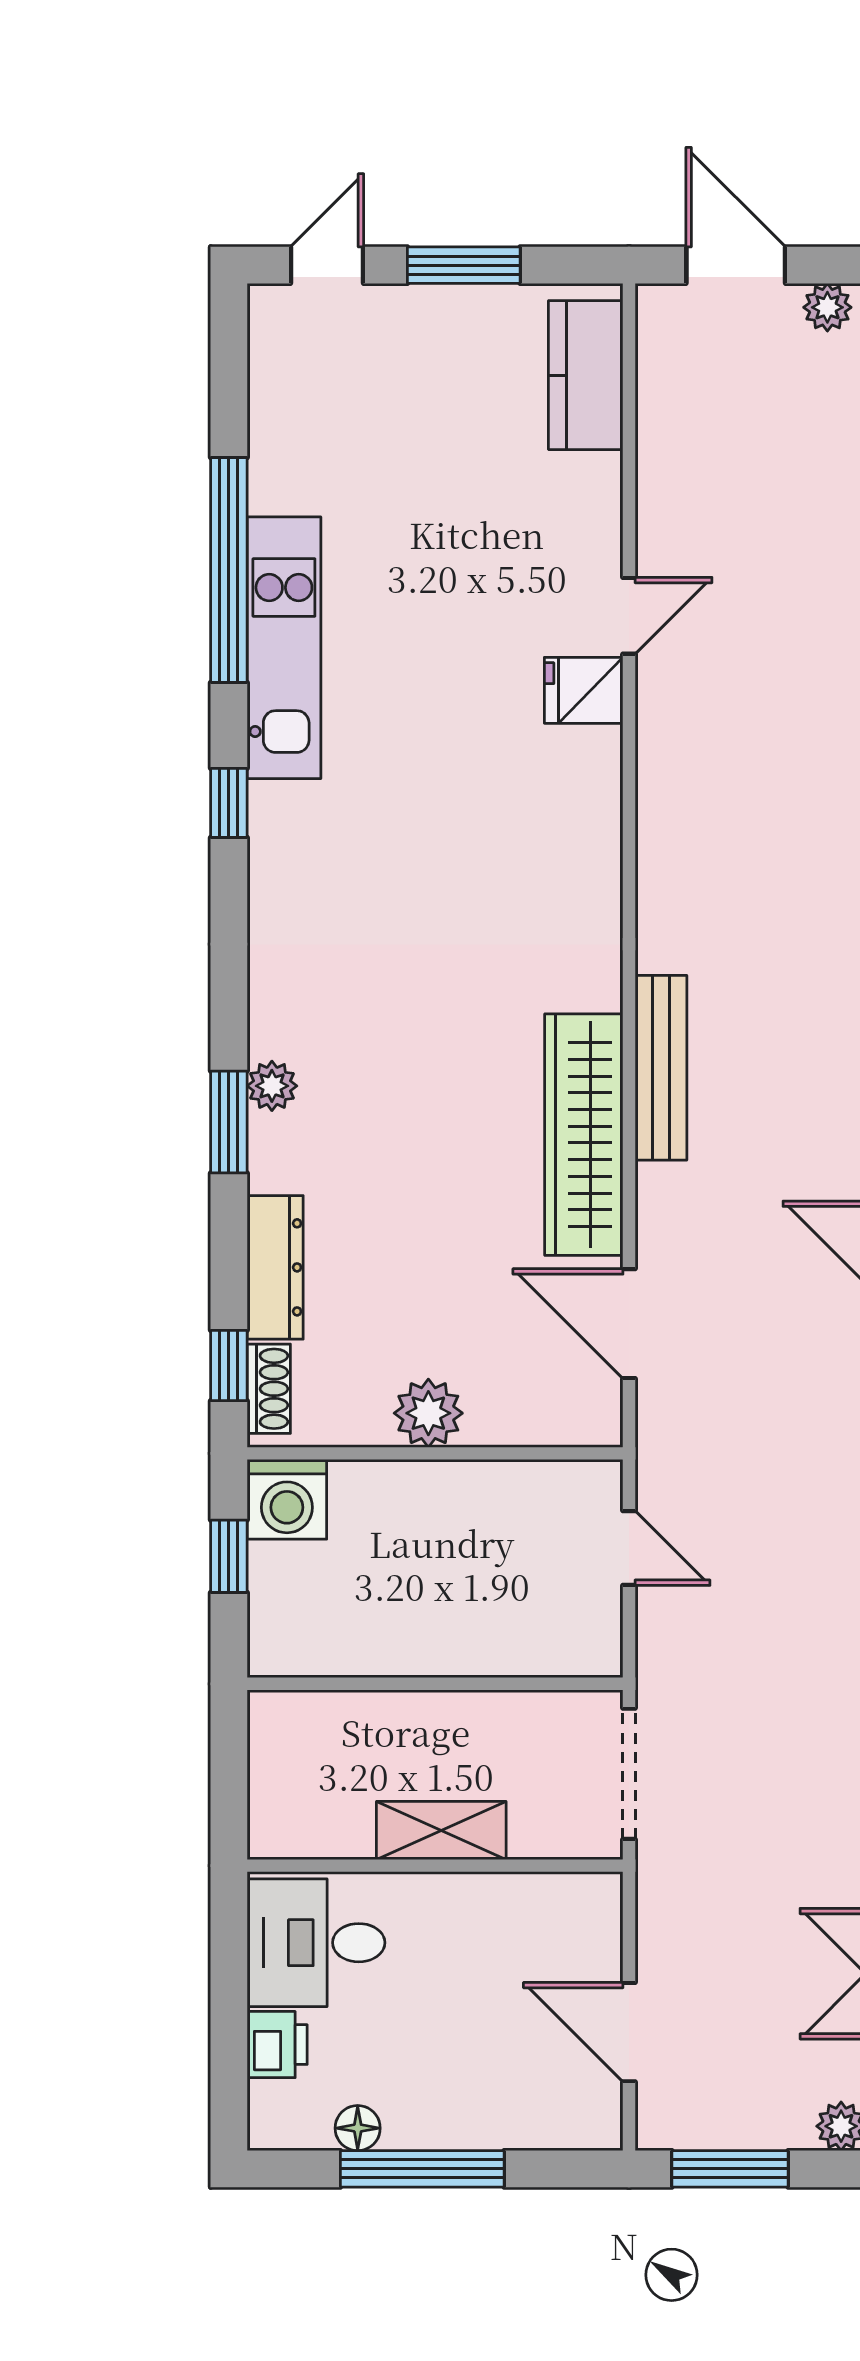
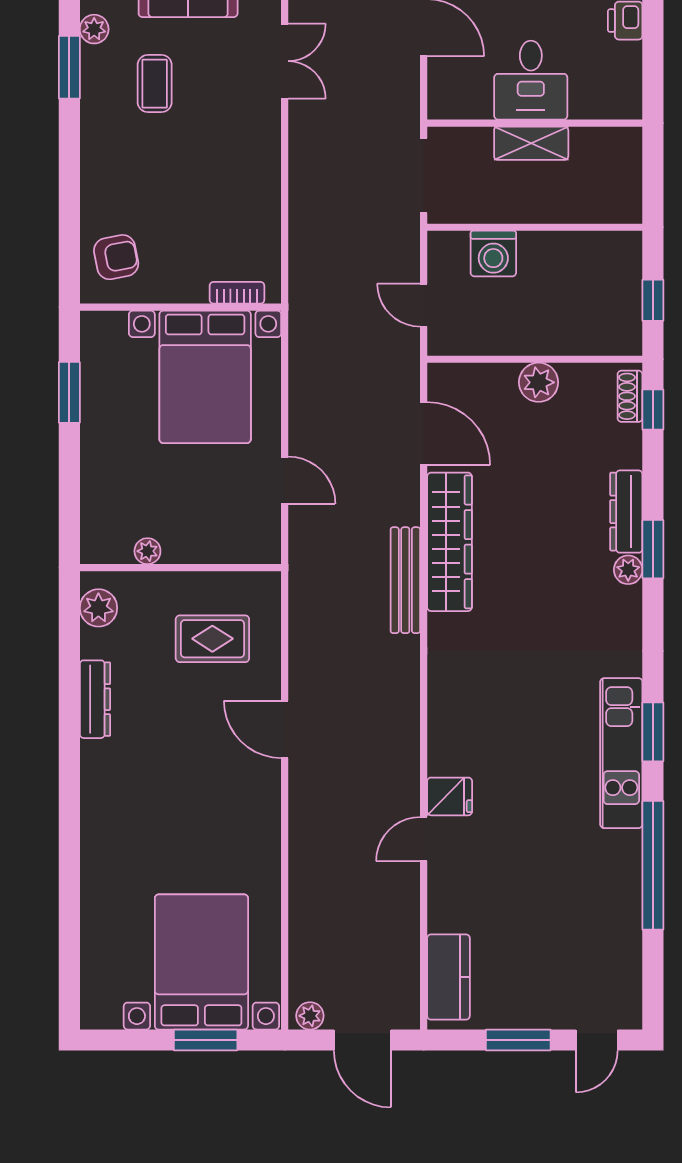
kitchen unit: (284, 648) -> (621, 753), moved
window: (229, 803) -> (653, 732), width x1.50
dresser: (275, 1267) -> (626, 512), moved
washing machine: (287, 1499) -> (493, 254), moved, turned 180
desk: (316, 1943) -> (531, 80), moved, turned 90

